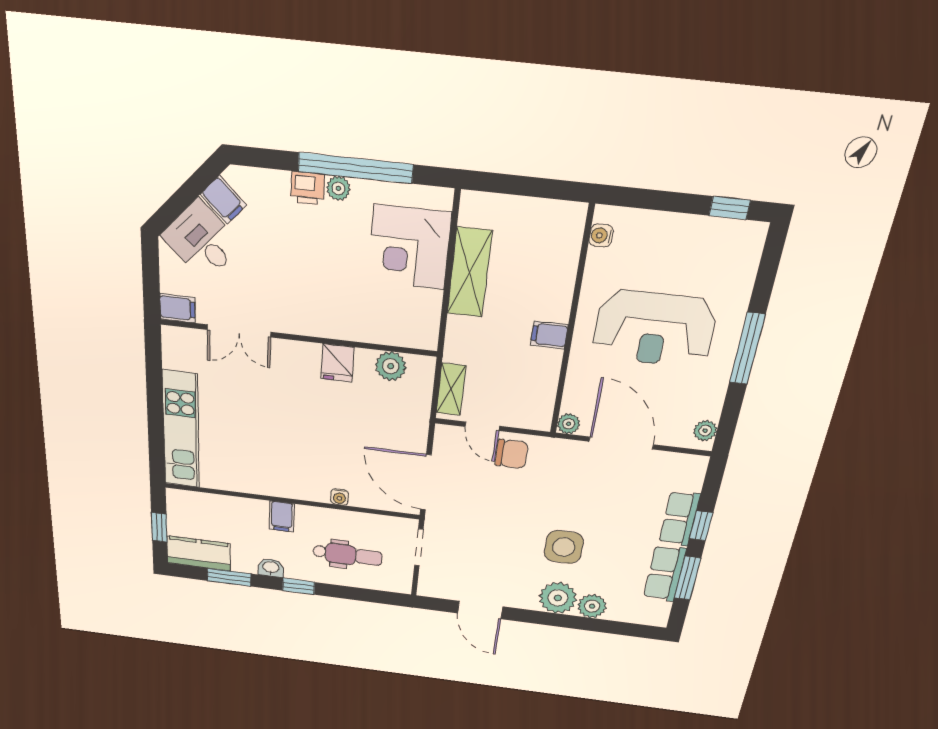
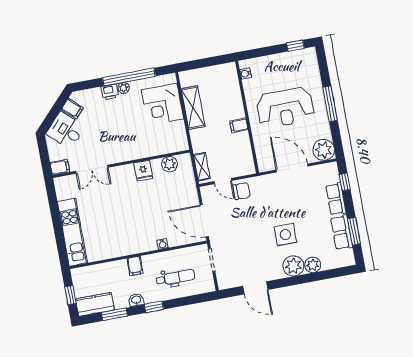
plant: (569, 424) -> (263, 166), removed
plant: (705, 431) -> (324, 150), width x1.88, depth x1.88
window: (701, 526) -> (345, 182), moved

